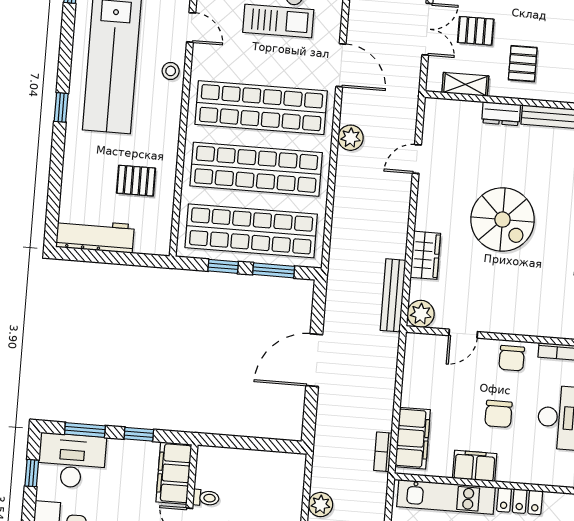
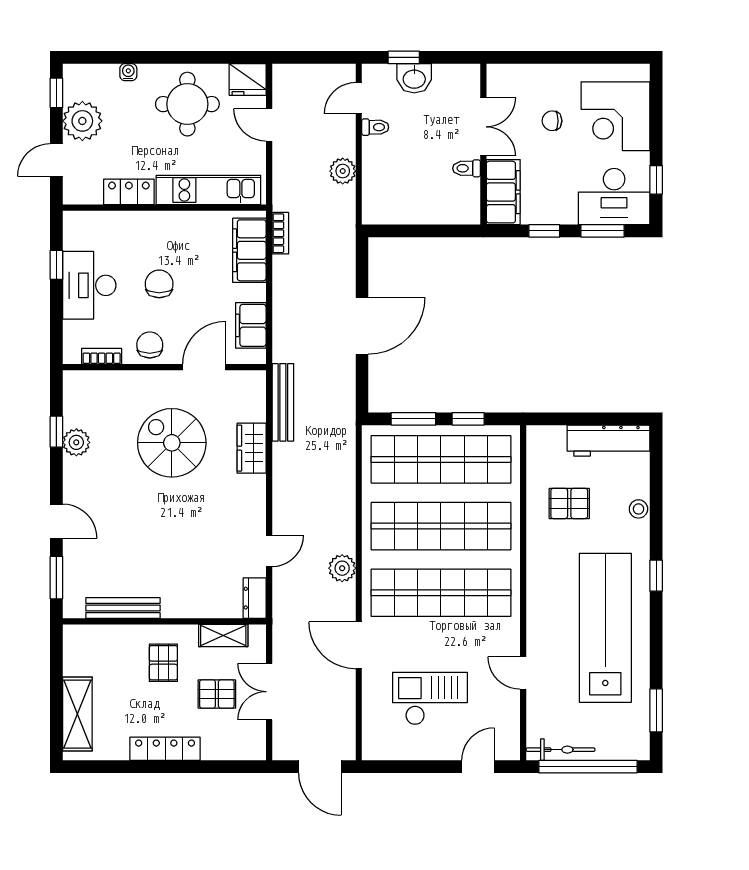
stool: (171, 71) -> (638, 509), moved
dresser: (501, 114) -> (255, 598), moved, turned -90
spiral stairs: (503, 220) -> (172, 443), moved
plant: (421, 314) -> (251, 385), removed
door: (463, 334) -> (204, 367), width x1.38
filing cabinet: (475, 466) -> (251, 325), moved, turned 90

